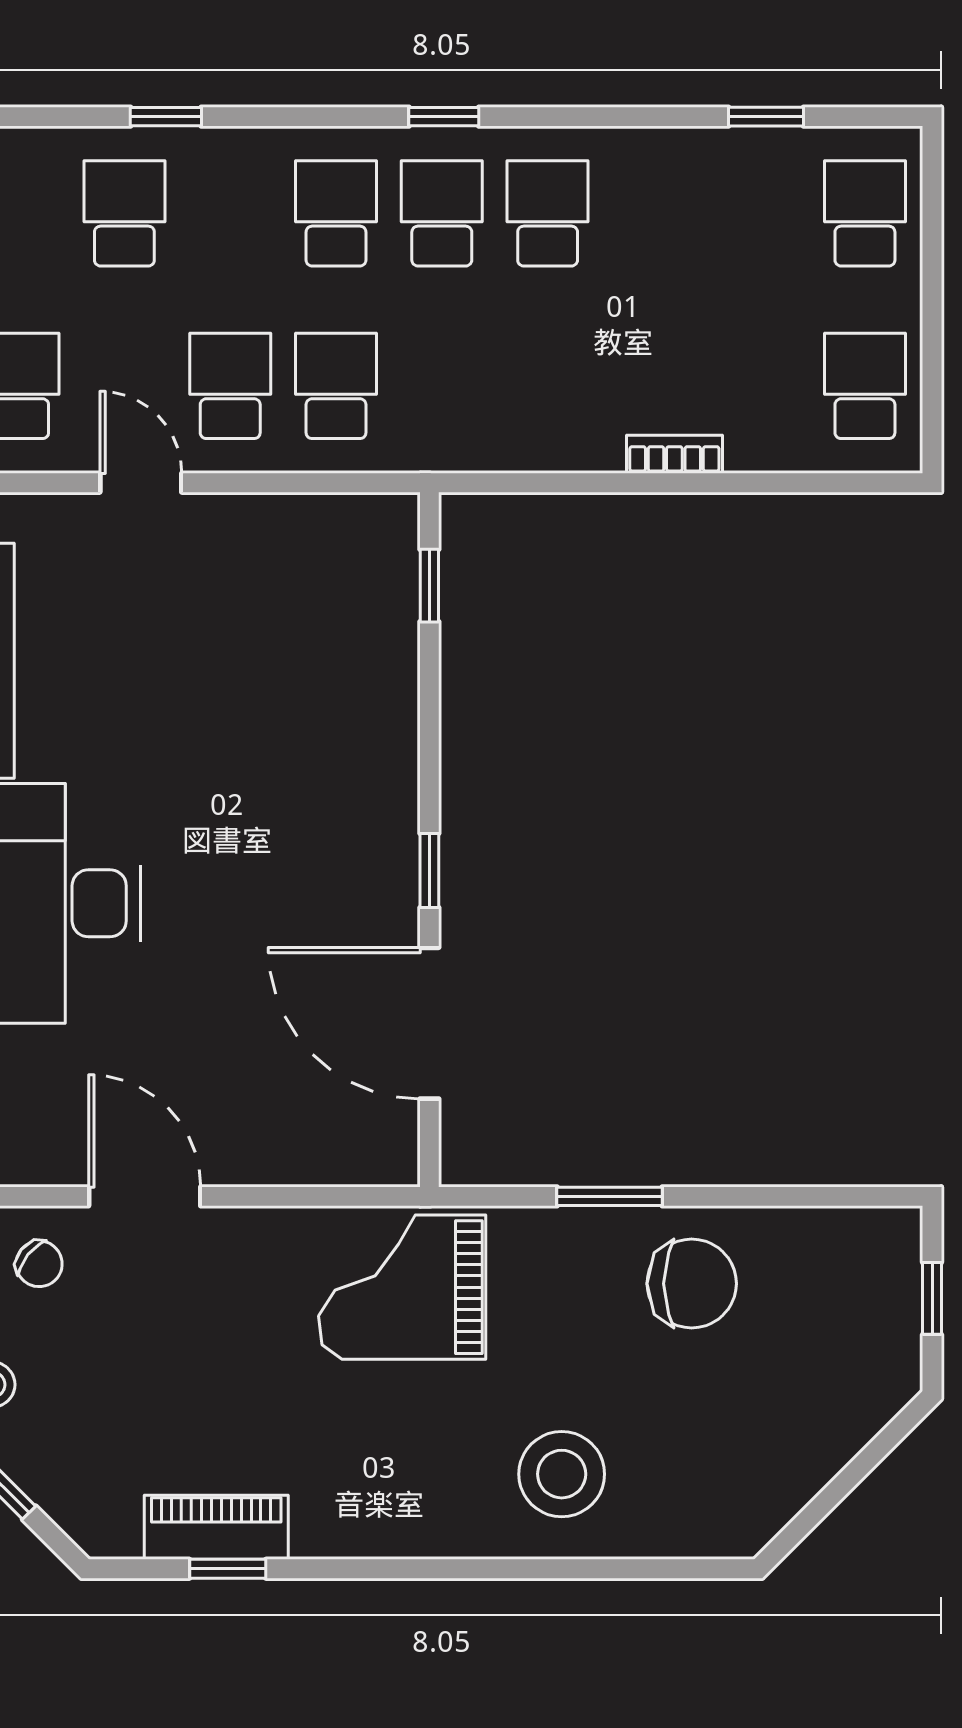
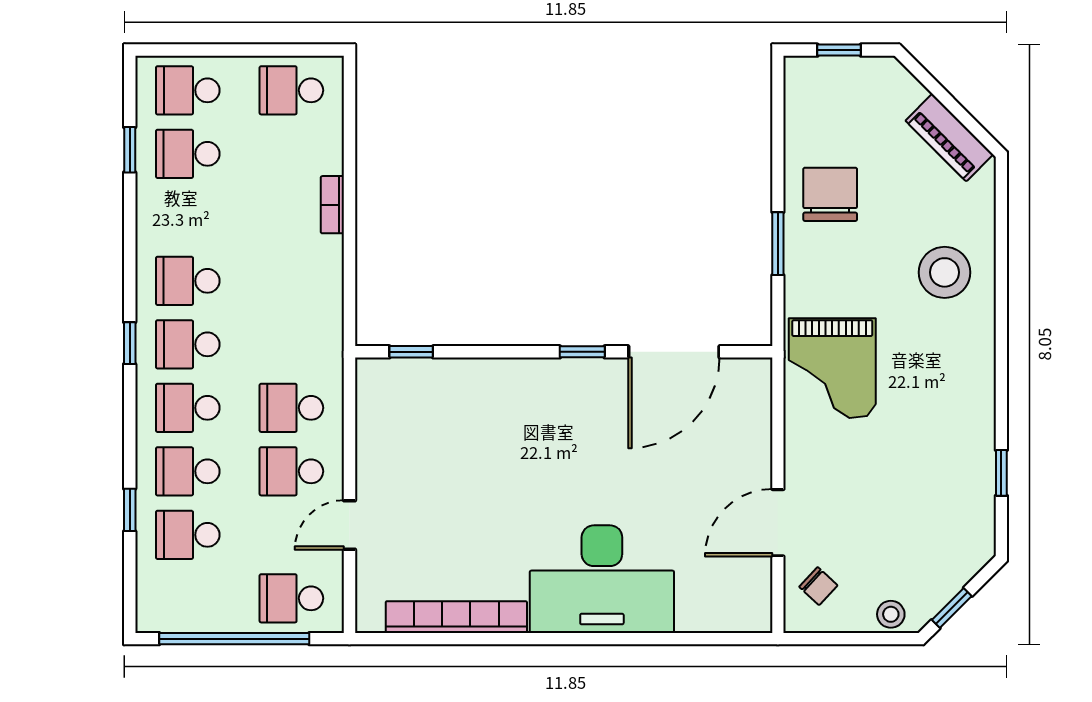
school desk: (230, 213) -> (188, 471), added
school desk: (759, 213) -> (188, 154), added
chair: (39, 1264) -> (818, 586), turned 94
piano: (216, 1527) -> (949, 138), moved, turned -45

